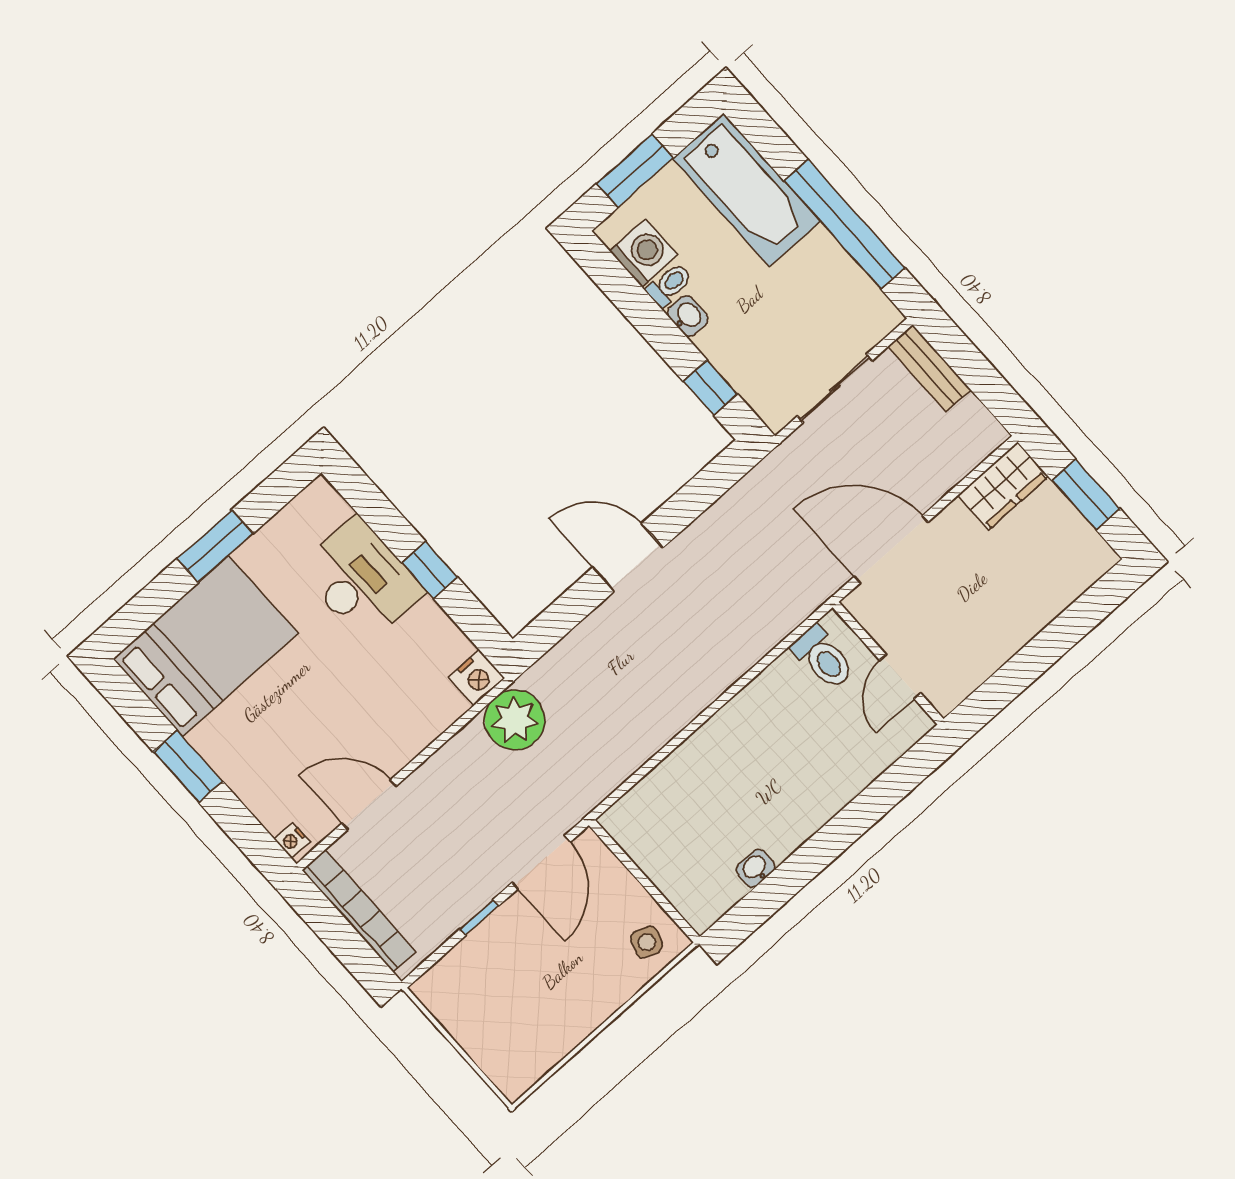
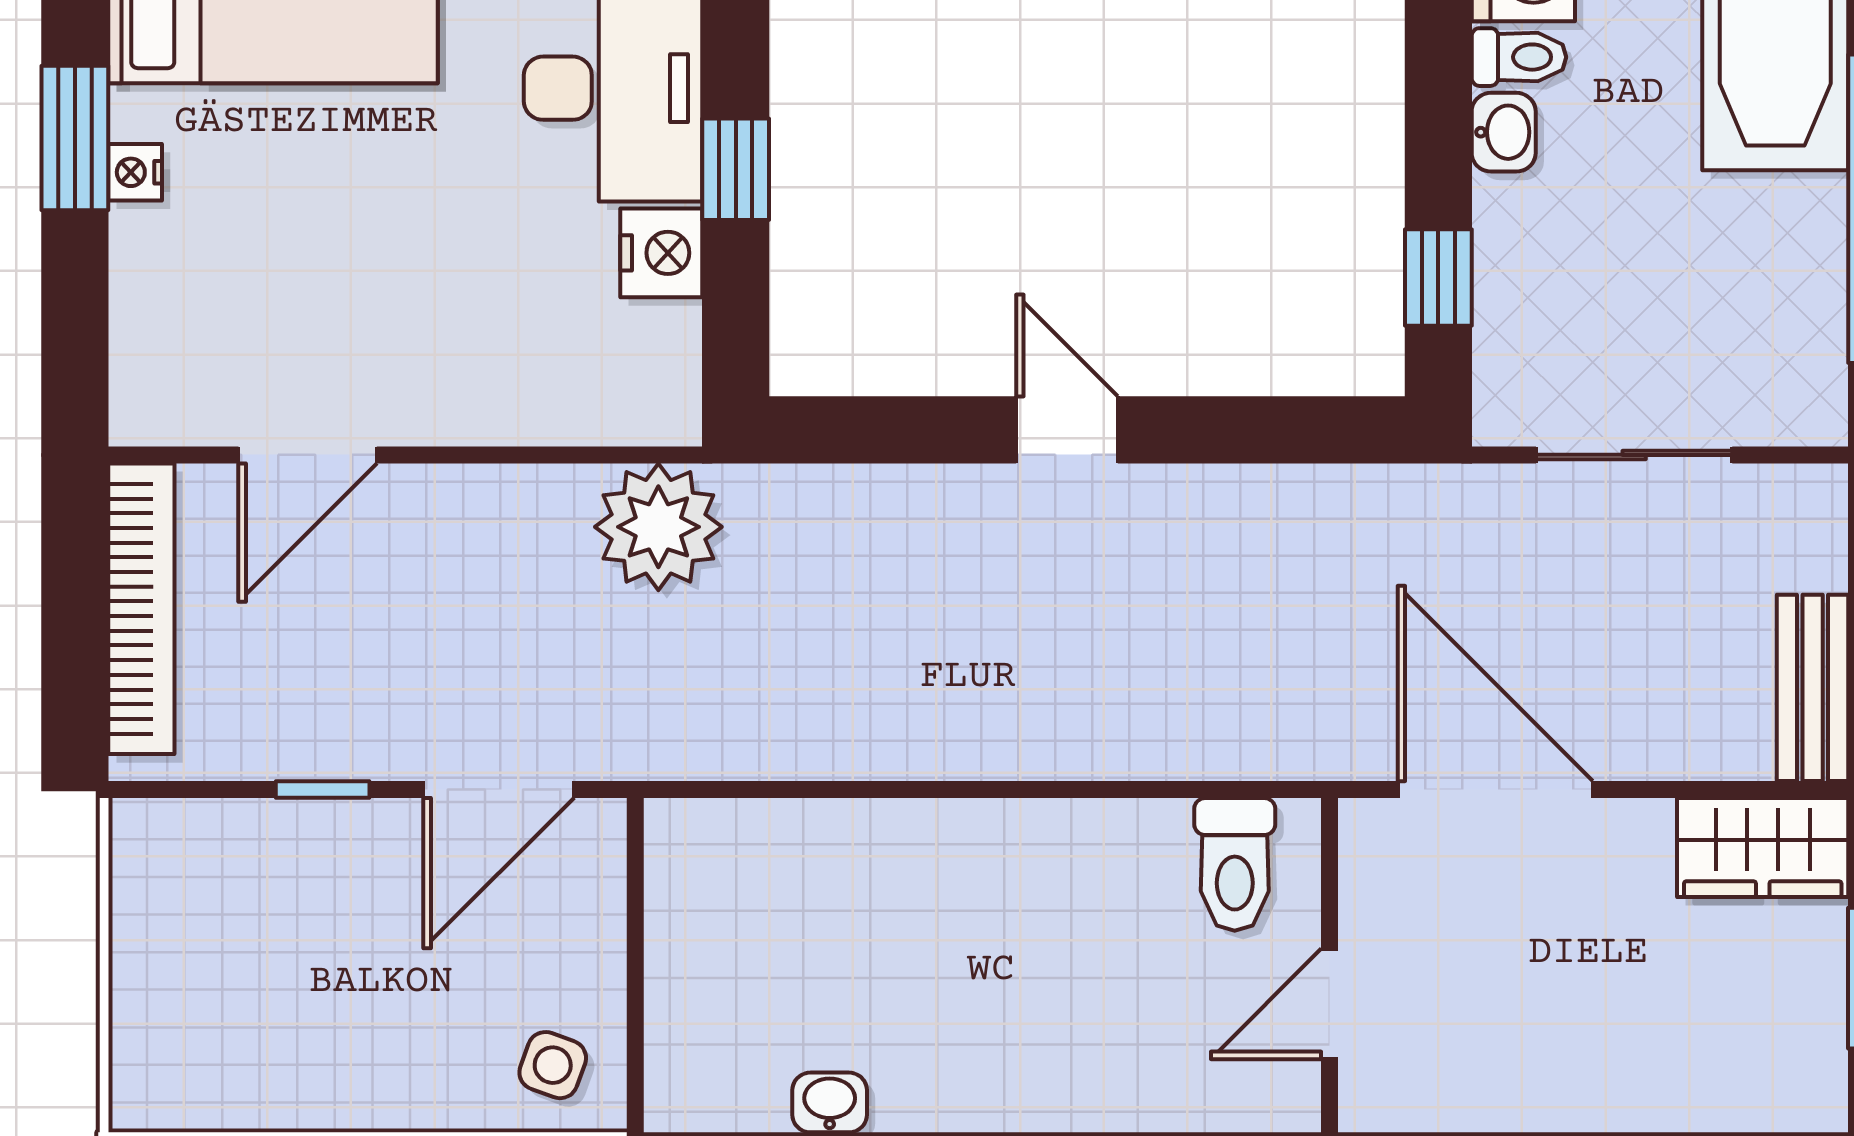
bench: (929, 368) -> (1813, 688), moved
door: (628, 558) -> (1067, 430), width x0.73
nightstand: (477, 678) -> (661, 253), moved, turned -90
door: (369, 805) -> (308, 455), swing flipped
nightstand: (292, 840) -> (135, 172), moved

